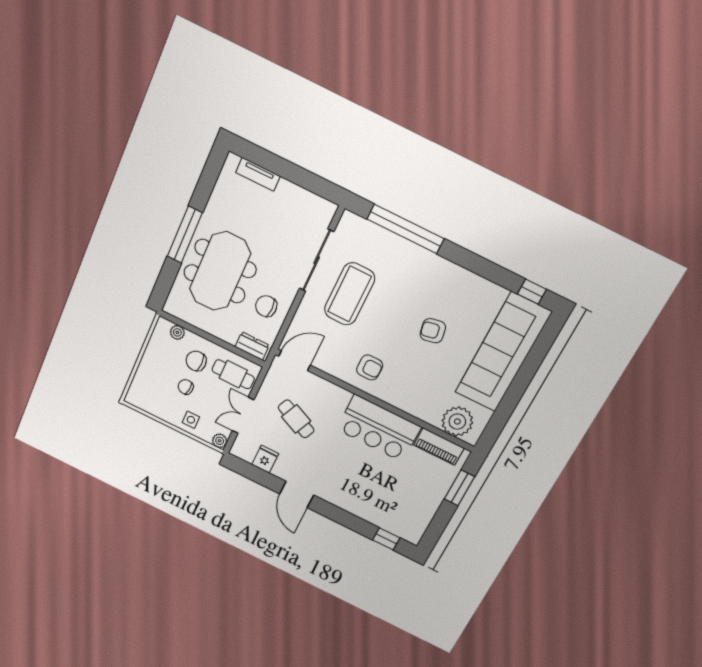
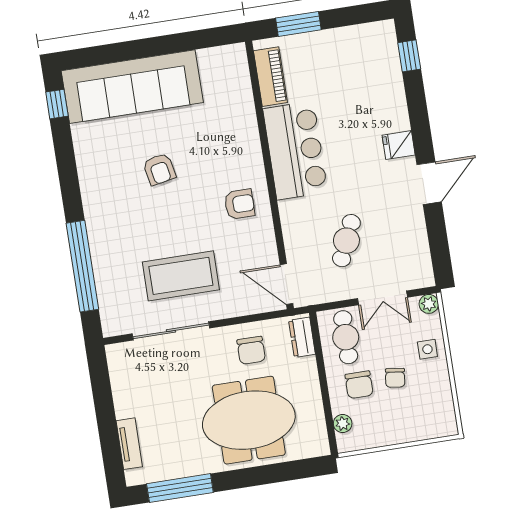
window: (185, 235) -> (180, 488), moved
armchair: (370, 368) -> (239, 204), turned 90
plant: (457, 422) -> (232, 78), removed
fridge: (265, 459) -> (399, 145), moved

